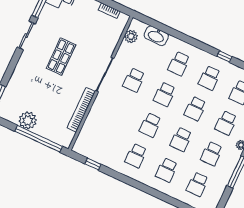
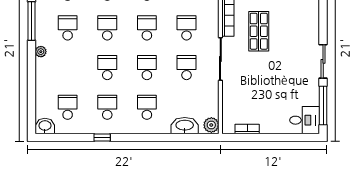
plant: (131, 36) -> (211, 125), moved
shop shelf: (61, 57) -> (259, 31), moved
school desk: (226, 123) -> (187, 28), moved

